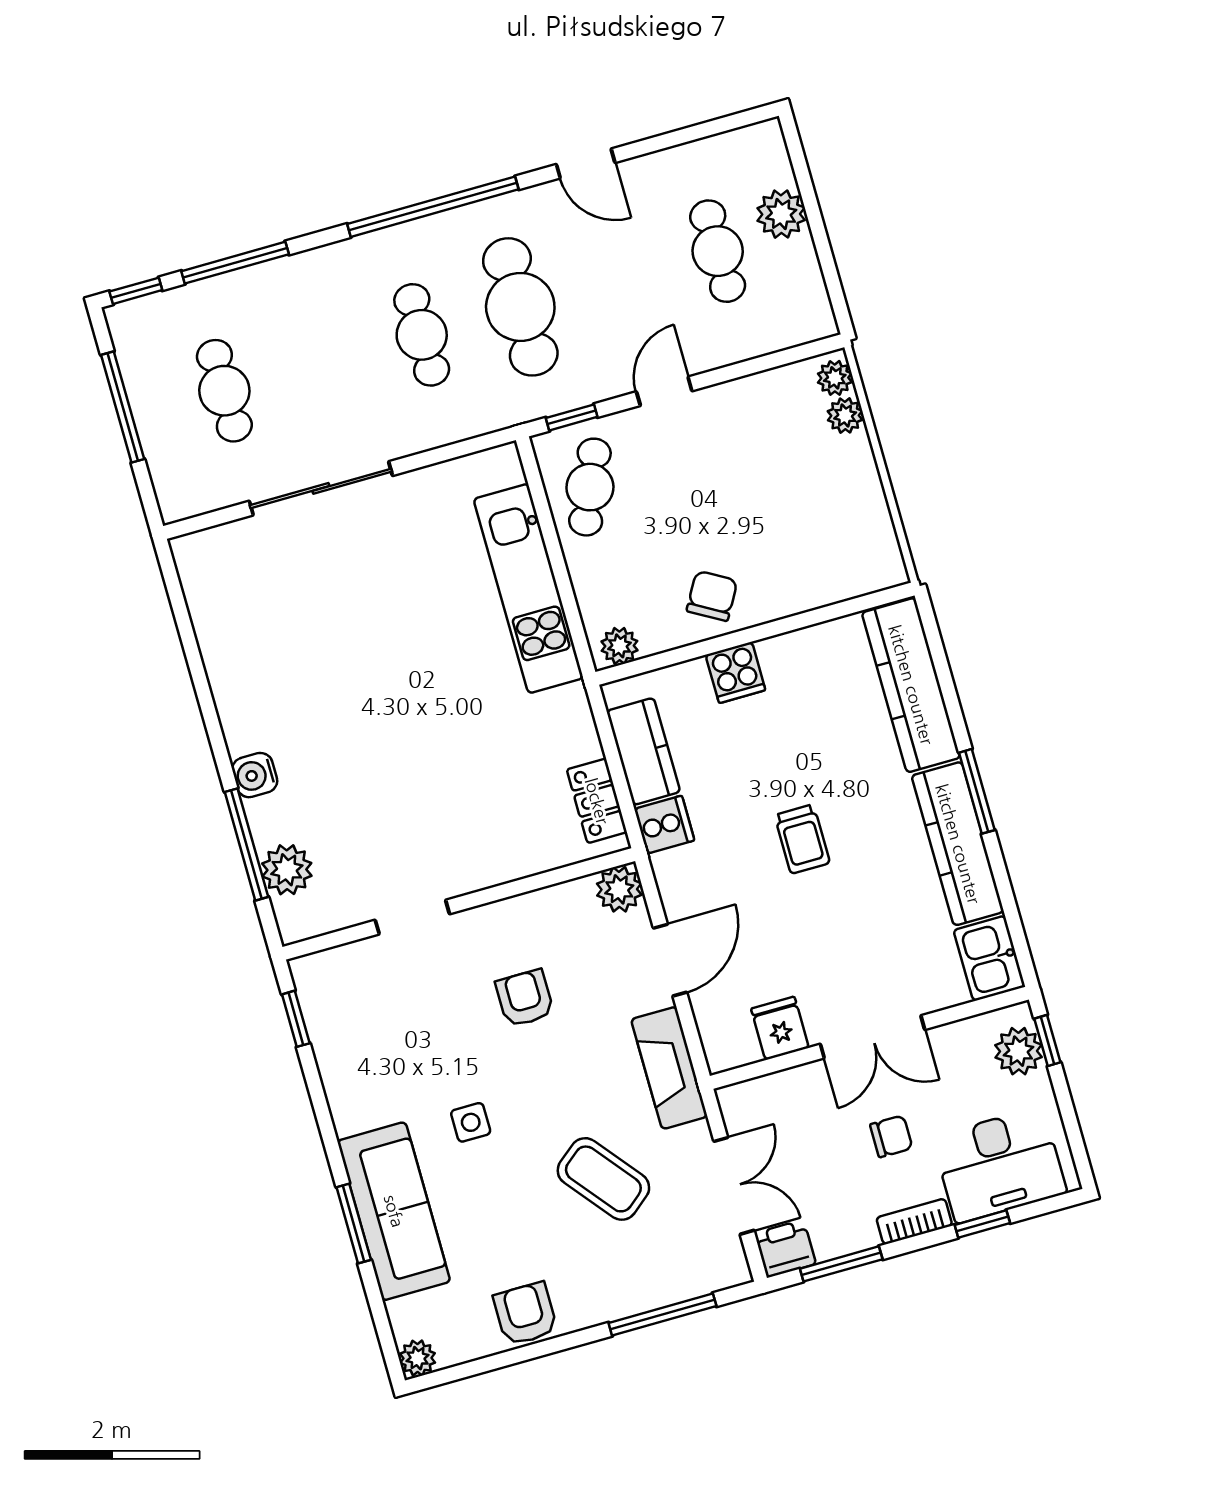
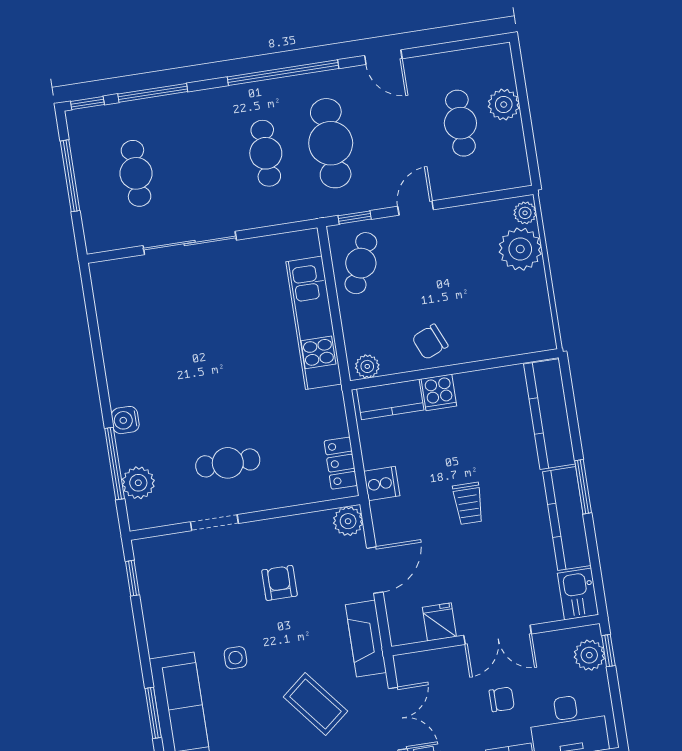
plant: (845, 416) -> (520, 249), width x1.87, depth x1.87
chair: (712, 596) -> (430, 342), turned -143
kitchen counter: (643, 751) -> (390, 399), moved, turned 90
cafe table: (422, 822) -> (228, 463), added

